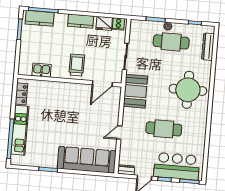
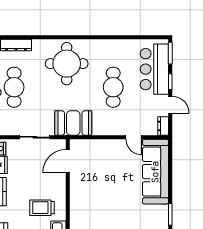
trolley: (77, 65) -> (42, 208), moved
door: (102, 83) -> (68, 161), swing flipped
door: (119, 133) -> (134, 137), moved

